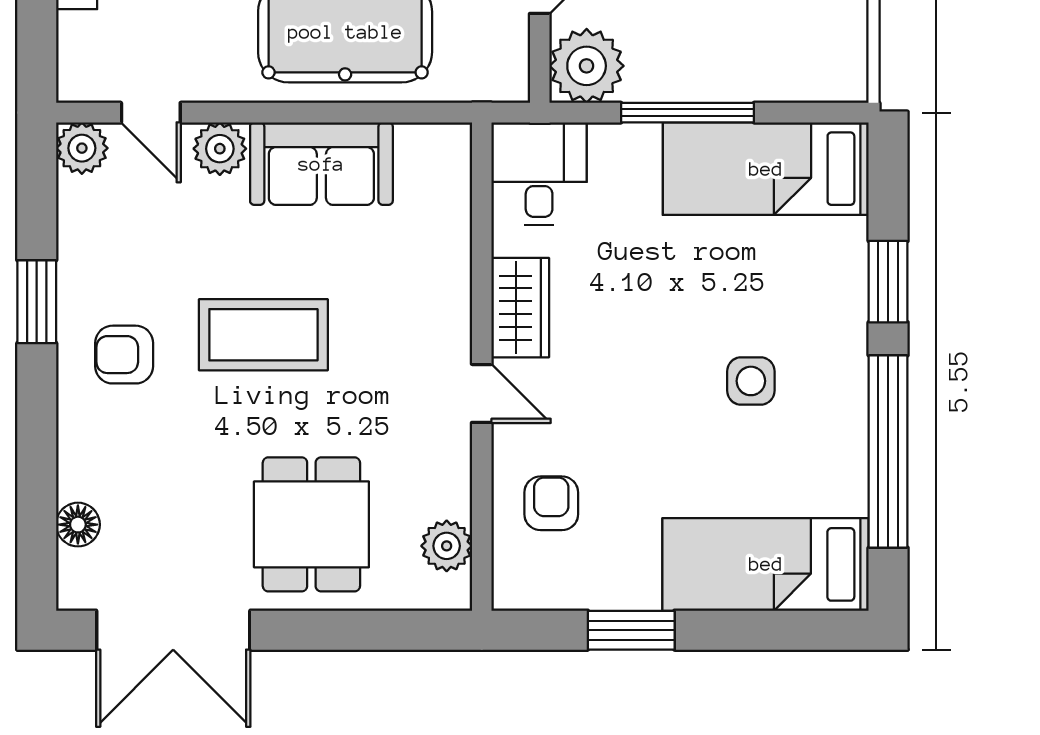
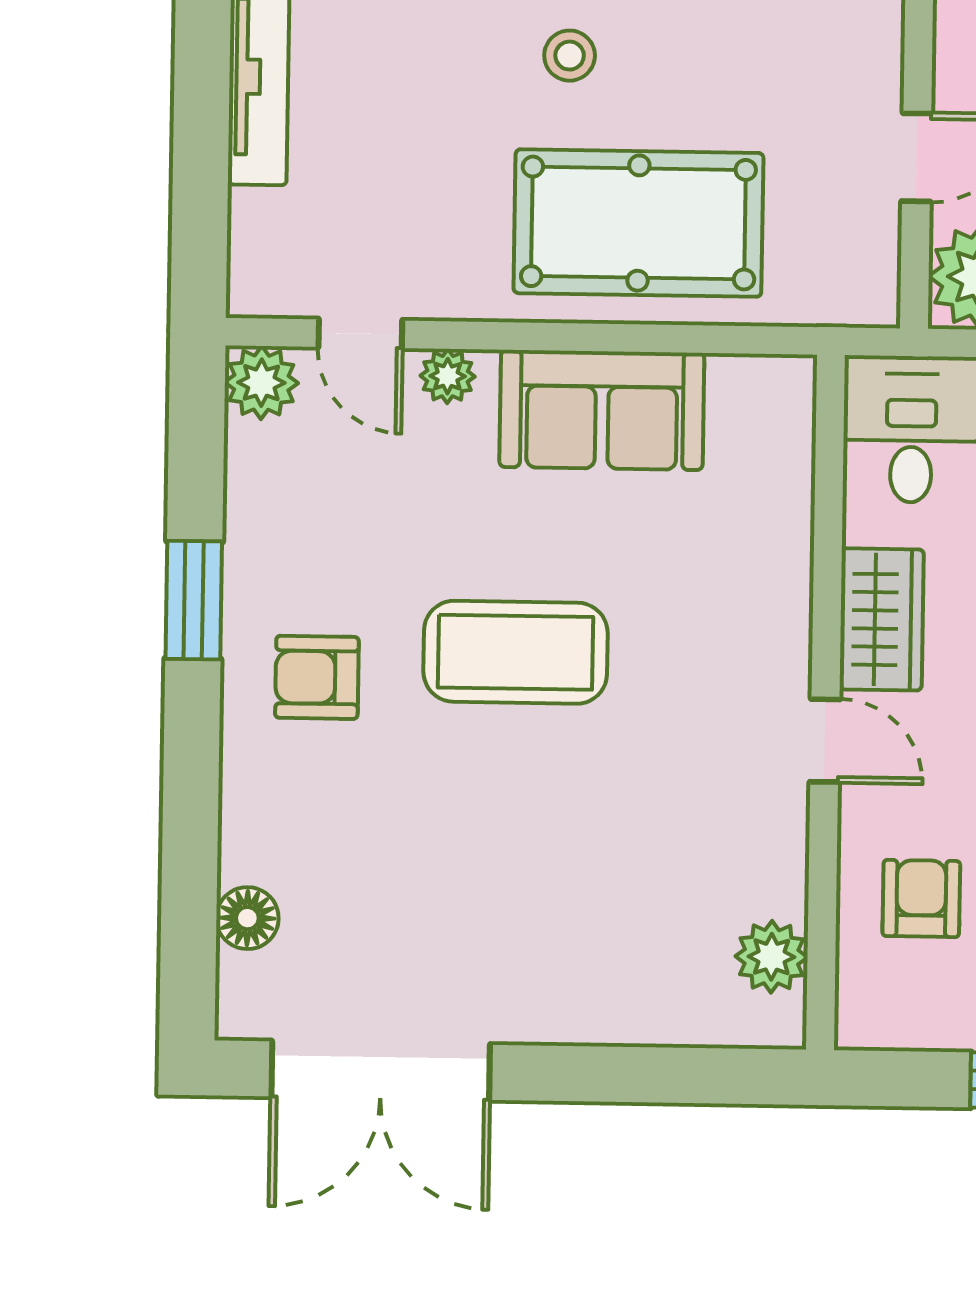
plant: (220, 149) -> (448, 376), width x0.73, depth x0.73
dining table: (311, 524) -> (580, 923), removed

